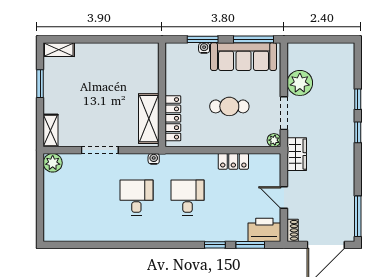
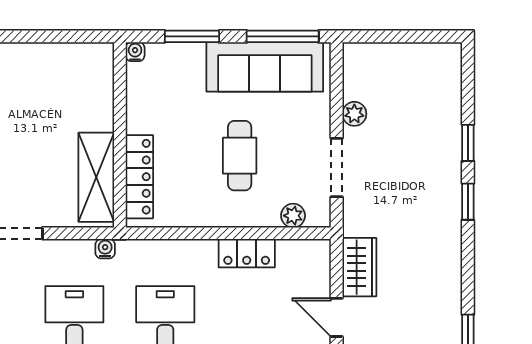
water cooler: (204, 48) -> (135, 52), moved
plant: (300, 83) -> (354, 114), width x0.53, depth x0.53
cafe table: (229, 106) -> (240, 156), turned 90
plant: (274, 140) -> (293, 216), moved
wardrobe: (297, 154) -> (359, 267), moved

